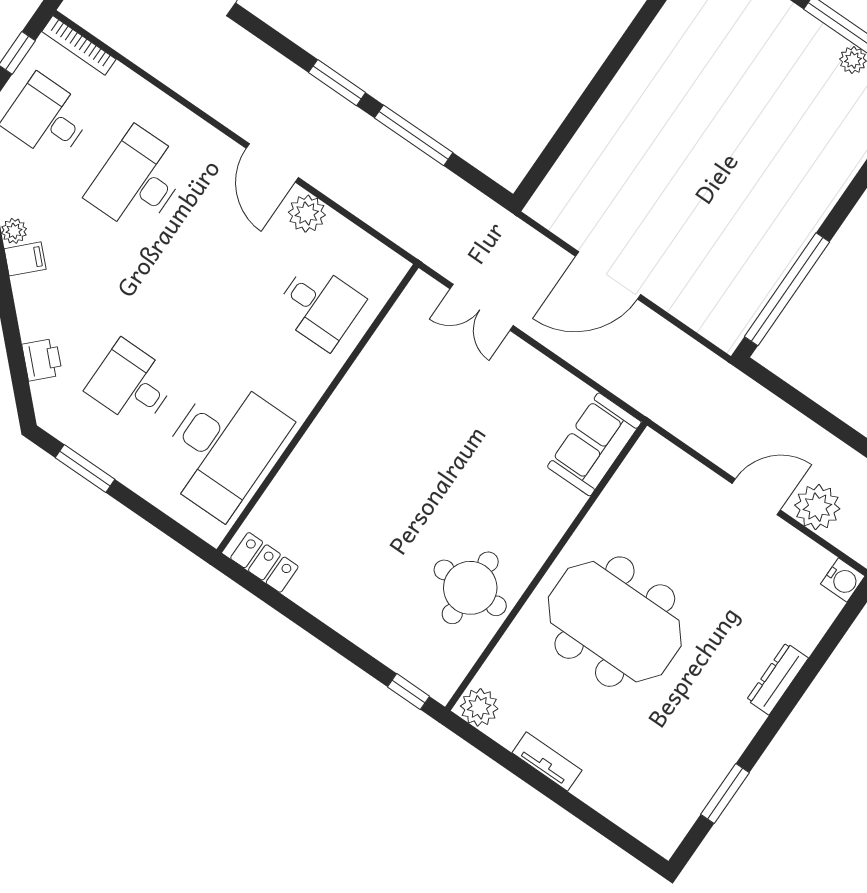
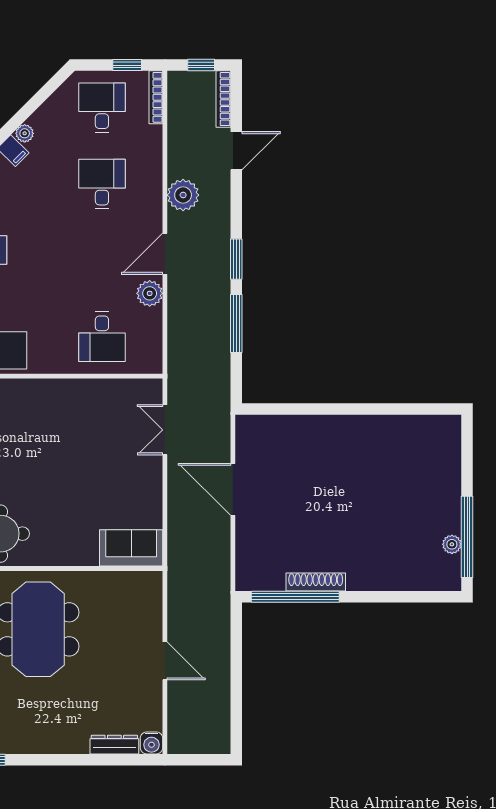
desk: (138, 181) -> (102, 184), width x0.73
shoe rack: (786, 253) -> (316, 582), added
plant: (817, 507) -> (183, 195), moved
dresser: (777, 679) -> (114, 745), moved

